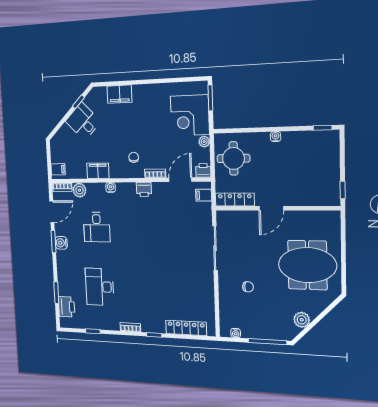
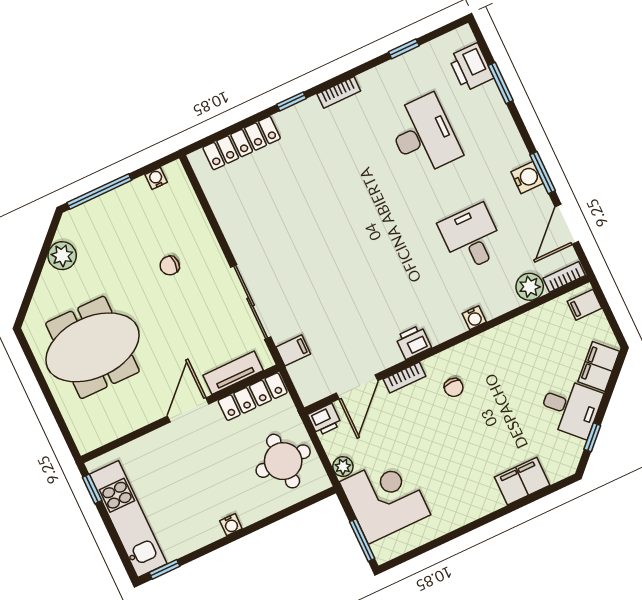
kitchen unit: (330, 164) -> (128, 519), added
filing cabinet: (98, 171) -> (599, 366), moved, turned 135
filing cabinet: (204, 195) -> (293, 350), moved
tv unit: (239, 217) -> (233, 373), added

